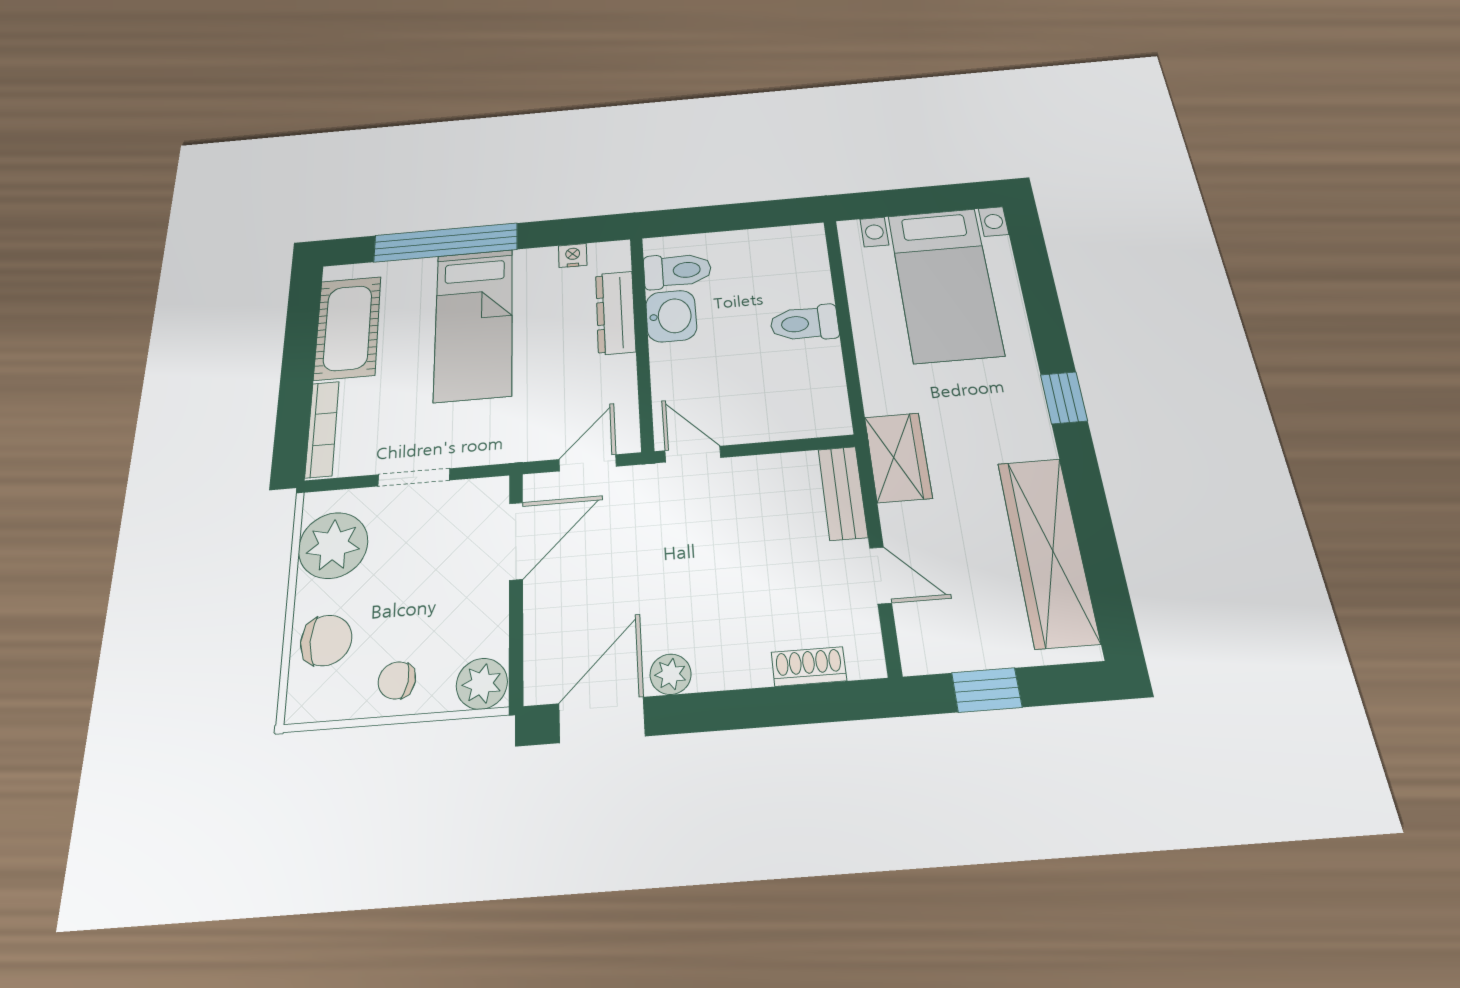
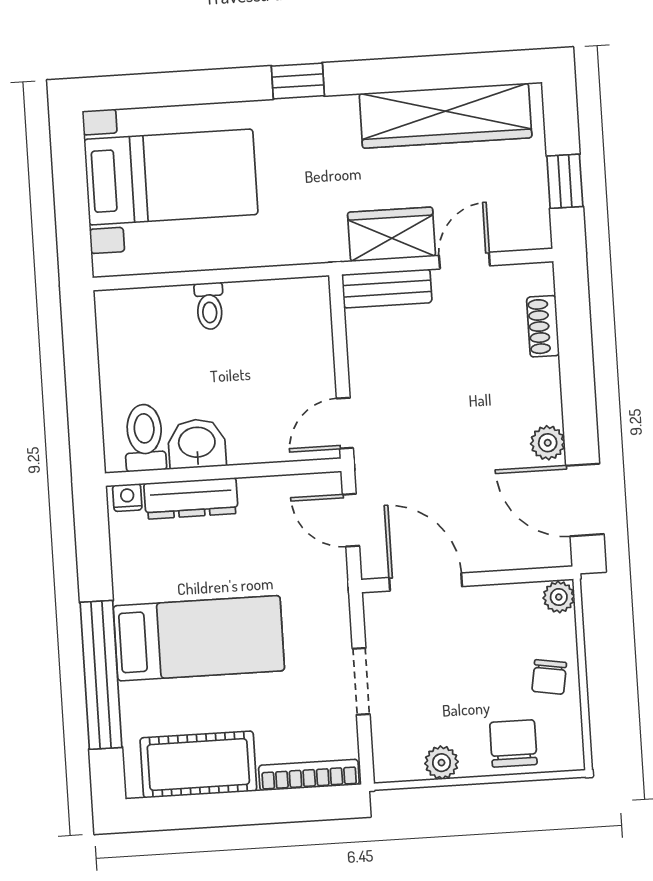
nightstand: (573, 256) -> (127, 498), moved, turned 90
toilet: (804, 323) -> (209, 306), width x0.73, depth x0.72
wardrobe: (898, 457) -> (392, 234), moved
plant: (333, 545) -> (441, 763), width x0.53, depth x0.53
plant: (482, 684) -> (559, 597), width x0.73, depth x0.73

